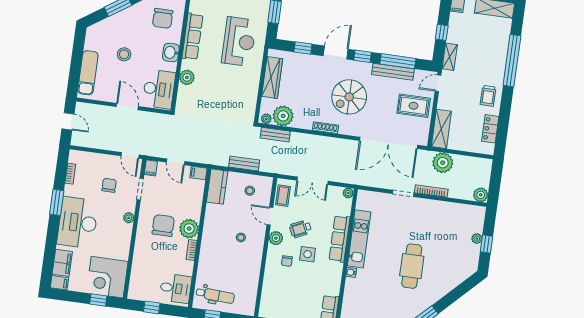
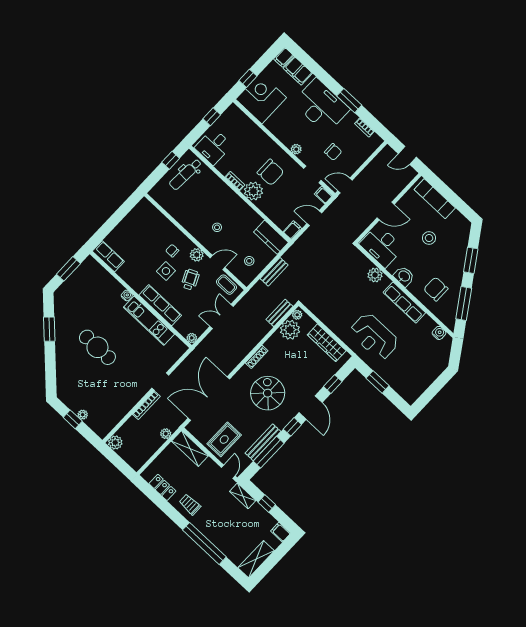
plant: (443, 163) -> (166, 434), width x0.53, depth x0.53

